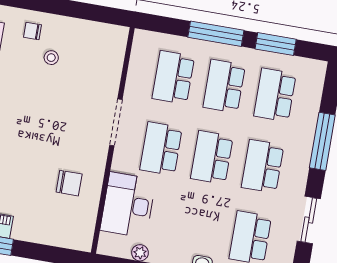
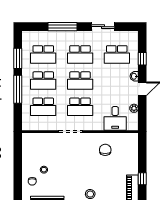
desk: (128, 205) -> (115, 118), width x0.73

